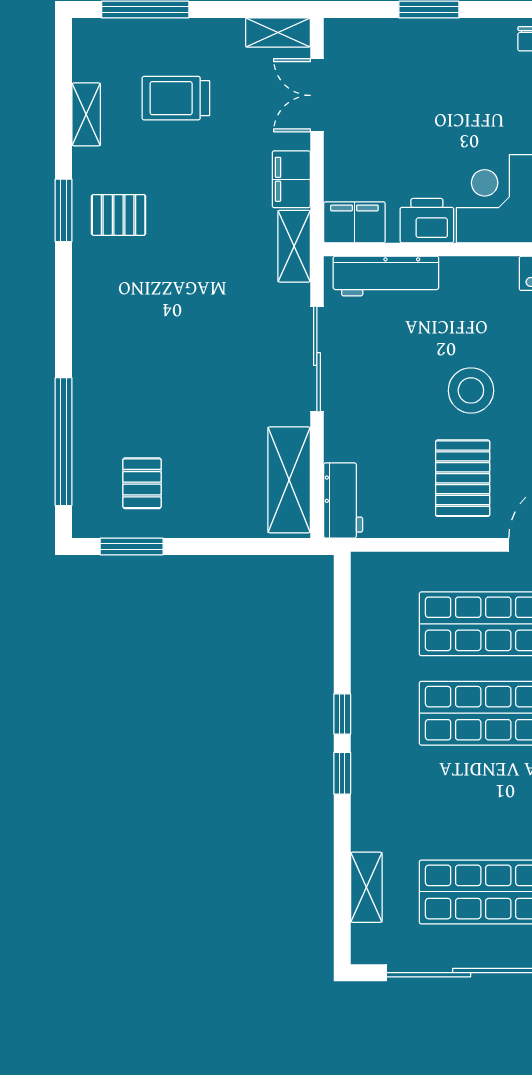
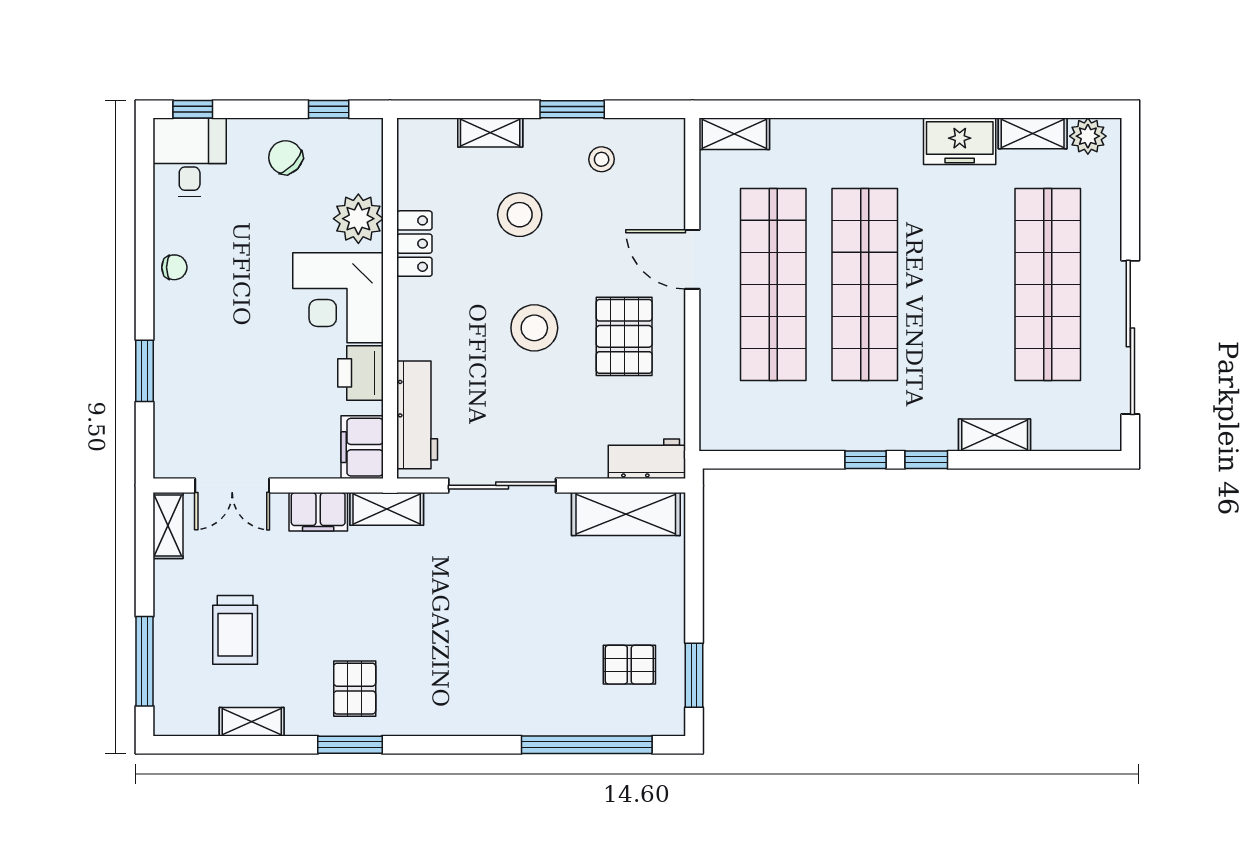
pallet: (463, 478) -> (624, 336), turned 90
shelving: (366, 887) -> (995, 435), moved

